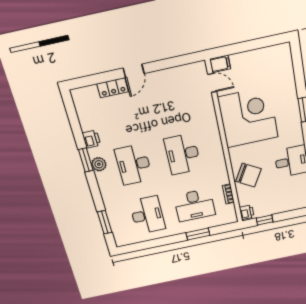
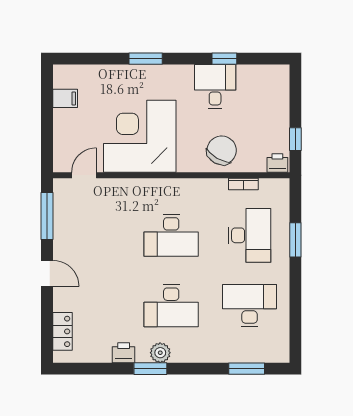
window: (176, 61) -> (47, 216), added
filing cabinet: (220, 64) -> (65, 98), moved, turned 90
locker: (113, 88) -> (62, 331), moved

